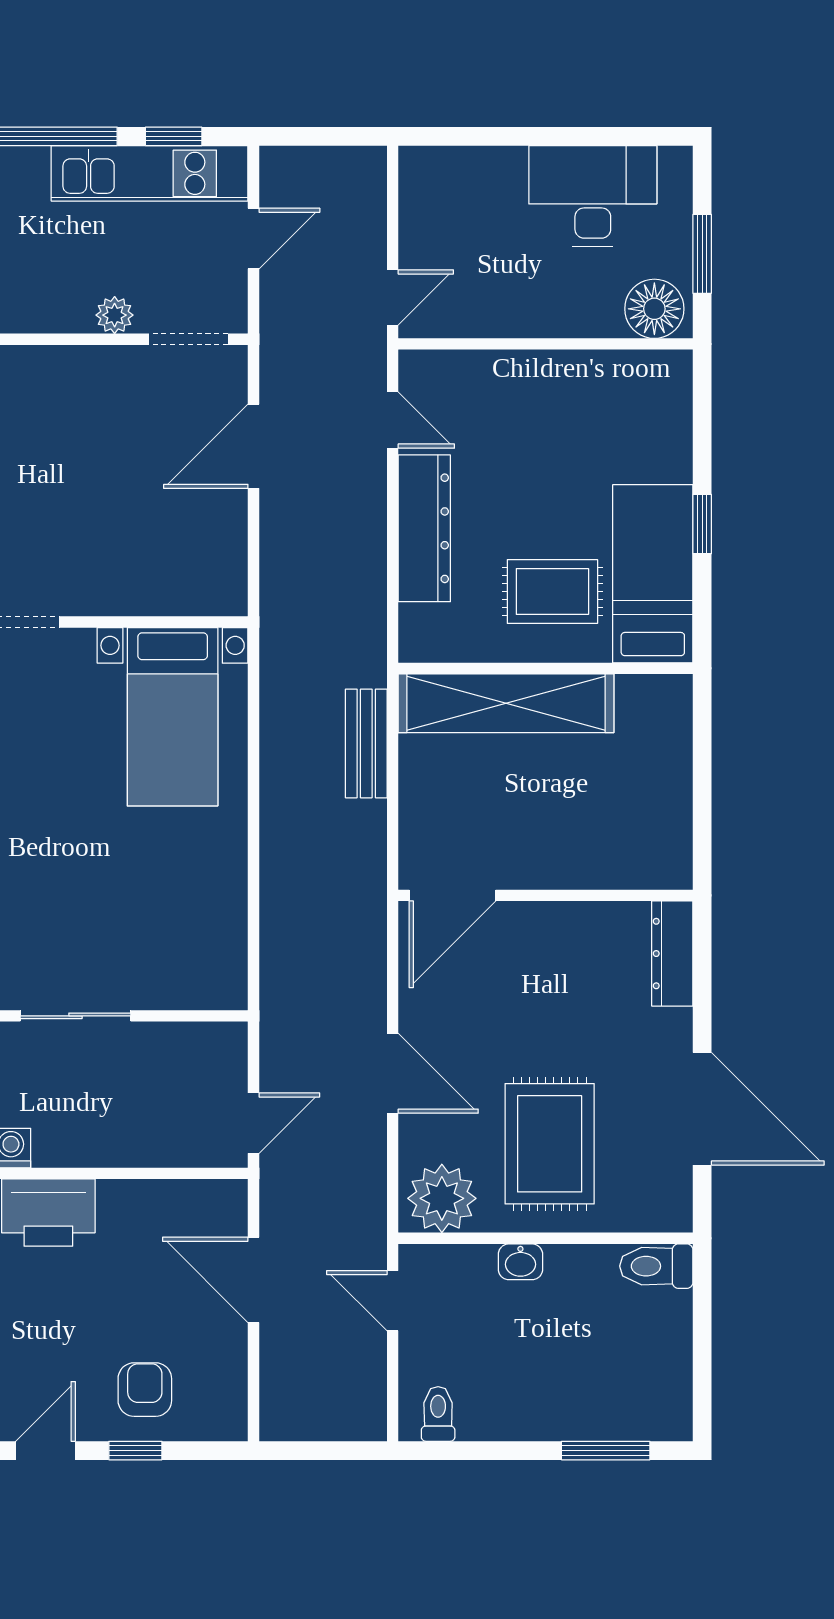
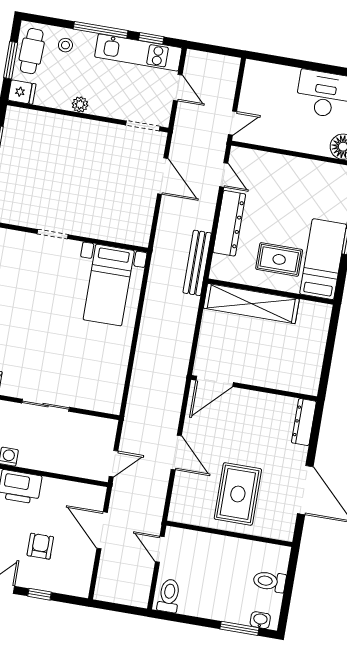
door: (254, 239) -> (178, 88), hinge flipped
plant: (115, 315) -> (80, 104), moved
door: (254, 446) -> (163, 176), swing flipped
bench: (366, 743) -> (197, 263), moved, width x1.36
plant: (442, 1198) -> (188, 509), removed
washbasin: (520, 1262) -> (260, 620), moved, turned 180
toilet: (656, 1266) -> (270, 581), moved
armchair: (145, 1390) -> (40, 546), moved
toilet: (438, 1414) -> (169, 596), width x1.37, depth x1.39

